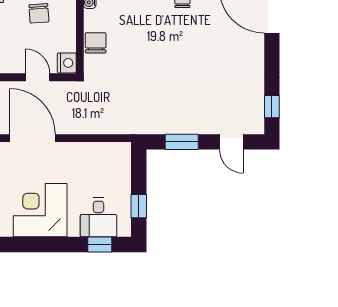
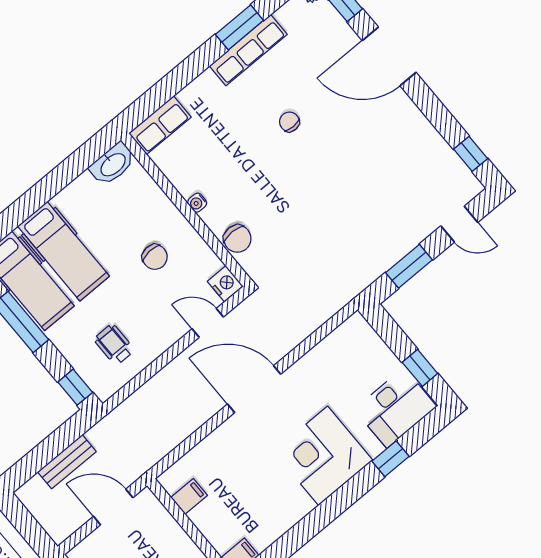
chair: (96, 43) -> (237, 239), turned 180
desk: (99, 217) -> (395, 408), width x1.37
window: (100, 245) -> (391, 459), moved

